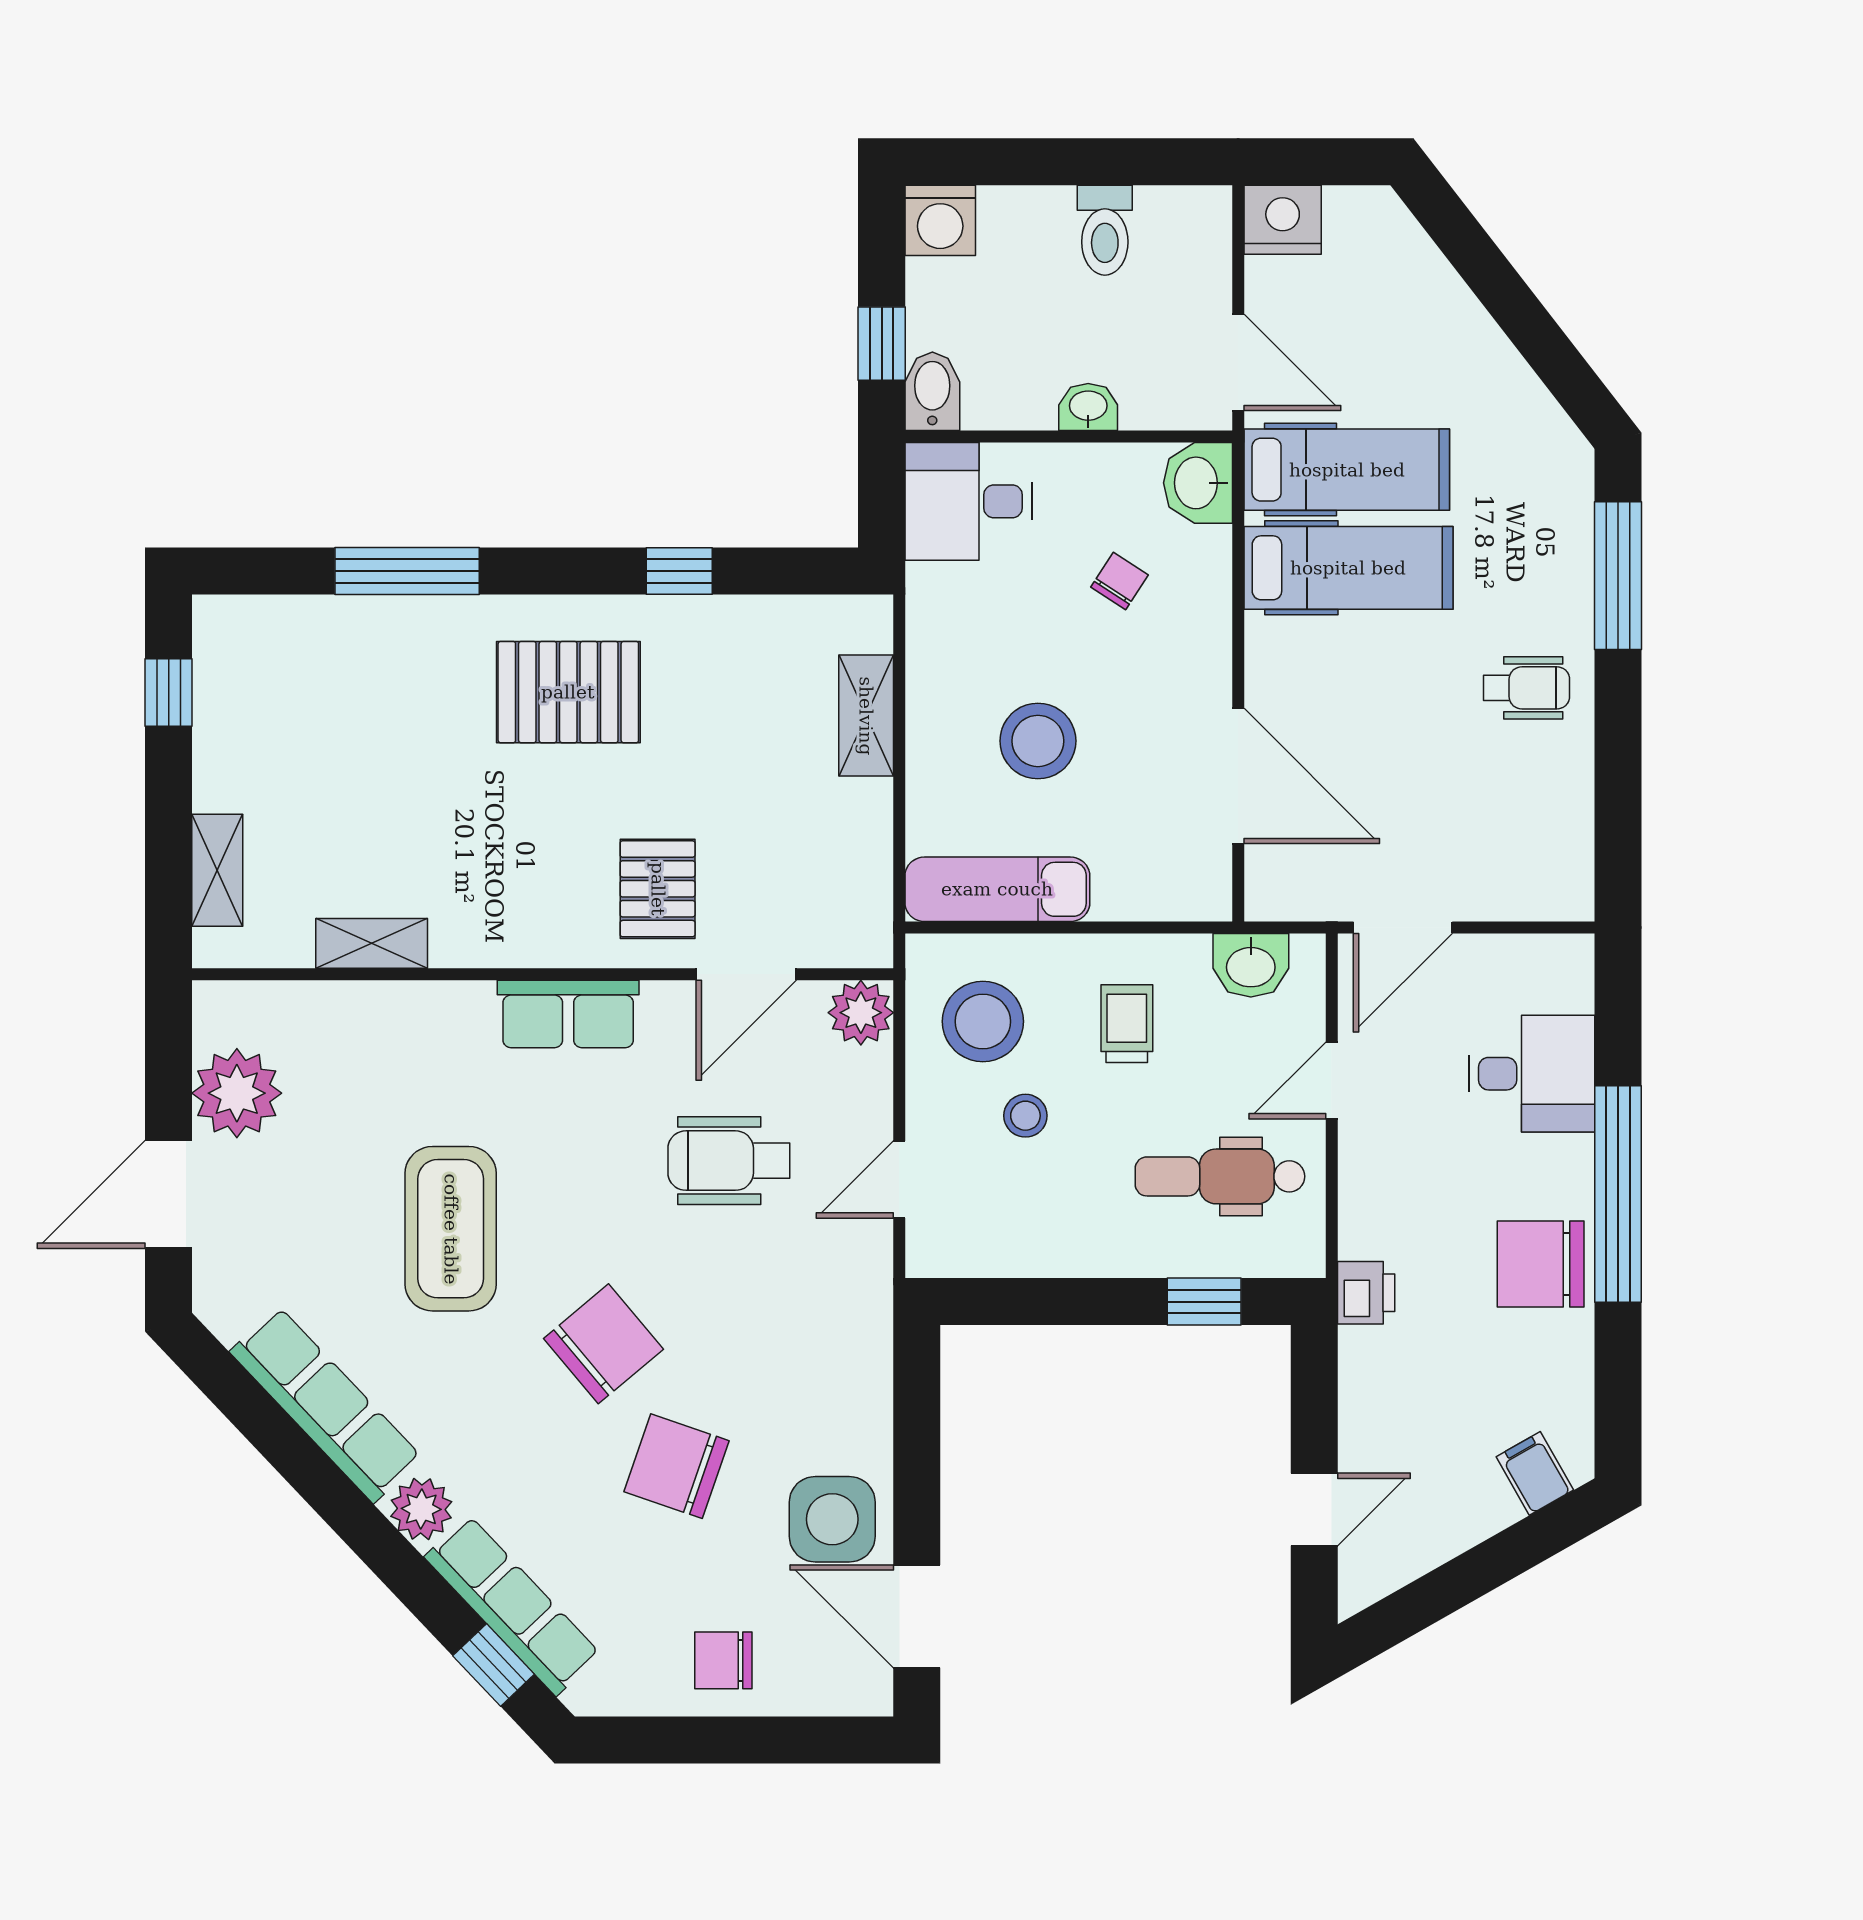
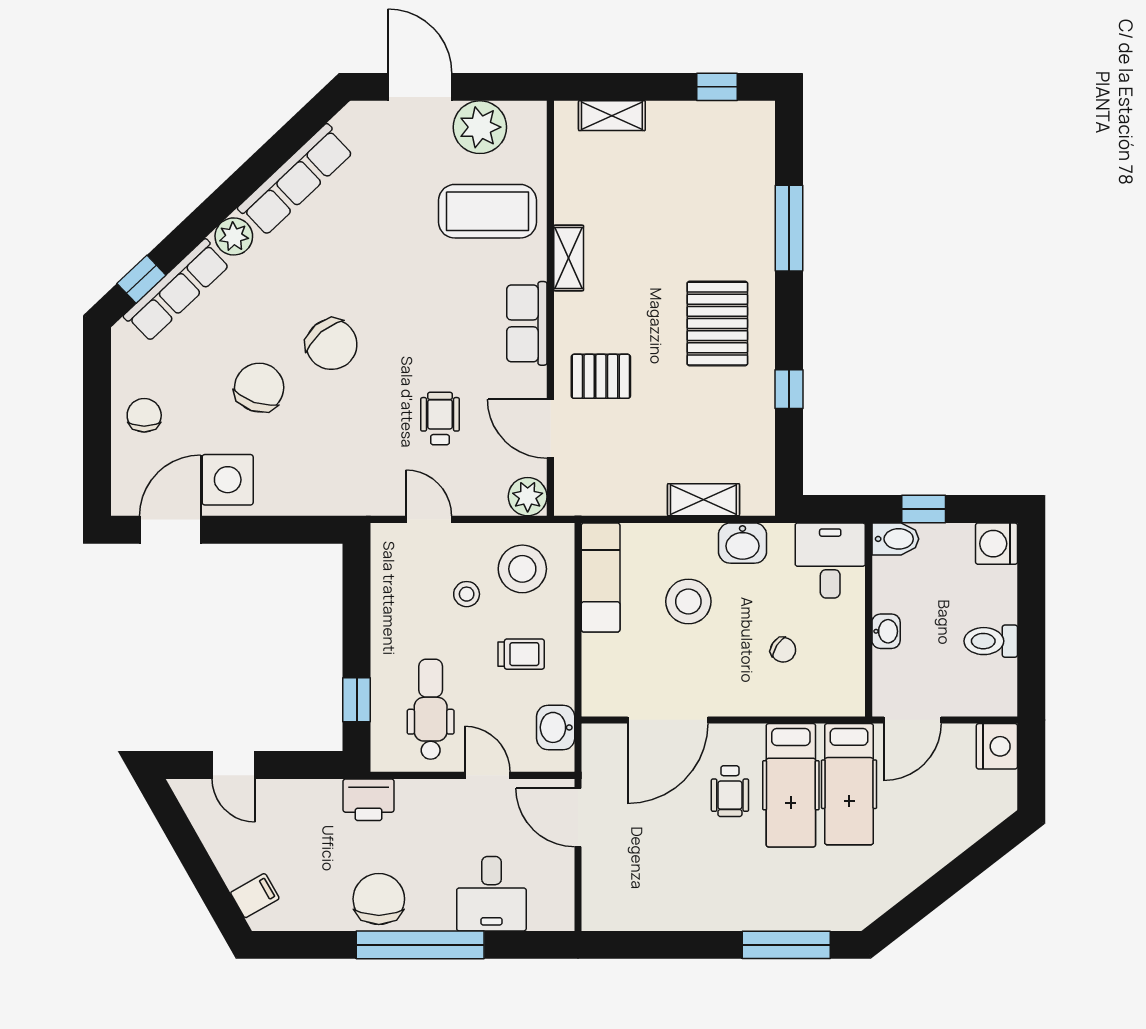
washbasin: (1198, 483) -> (742, 543), moved, turned 180
wheelchair: (1526, 688) -> (730, 791), moved
shelving: (372, 943) -> (569, 258), moved
wheelchair: (729, 1161) -> (440, 419), width x0.73, depth x0.73
coffee table: (451, 1229) -> (487, 211), moved
printer: (1366, 1293) -> (369, 800), width x1.36, depth x1.24

